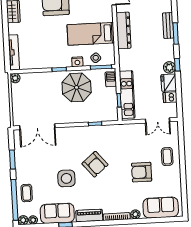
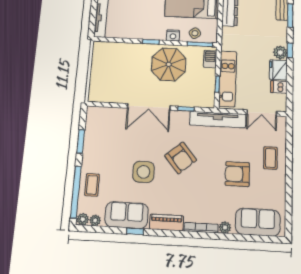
plant: (15, 78) -> (98, 47), removed
double door: (37, 127) -> (149, 107), moved
tv unit: (122, 130) -> (218, 120), added

